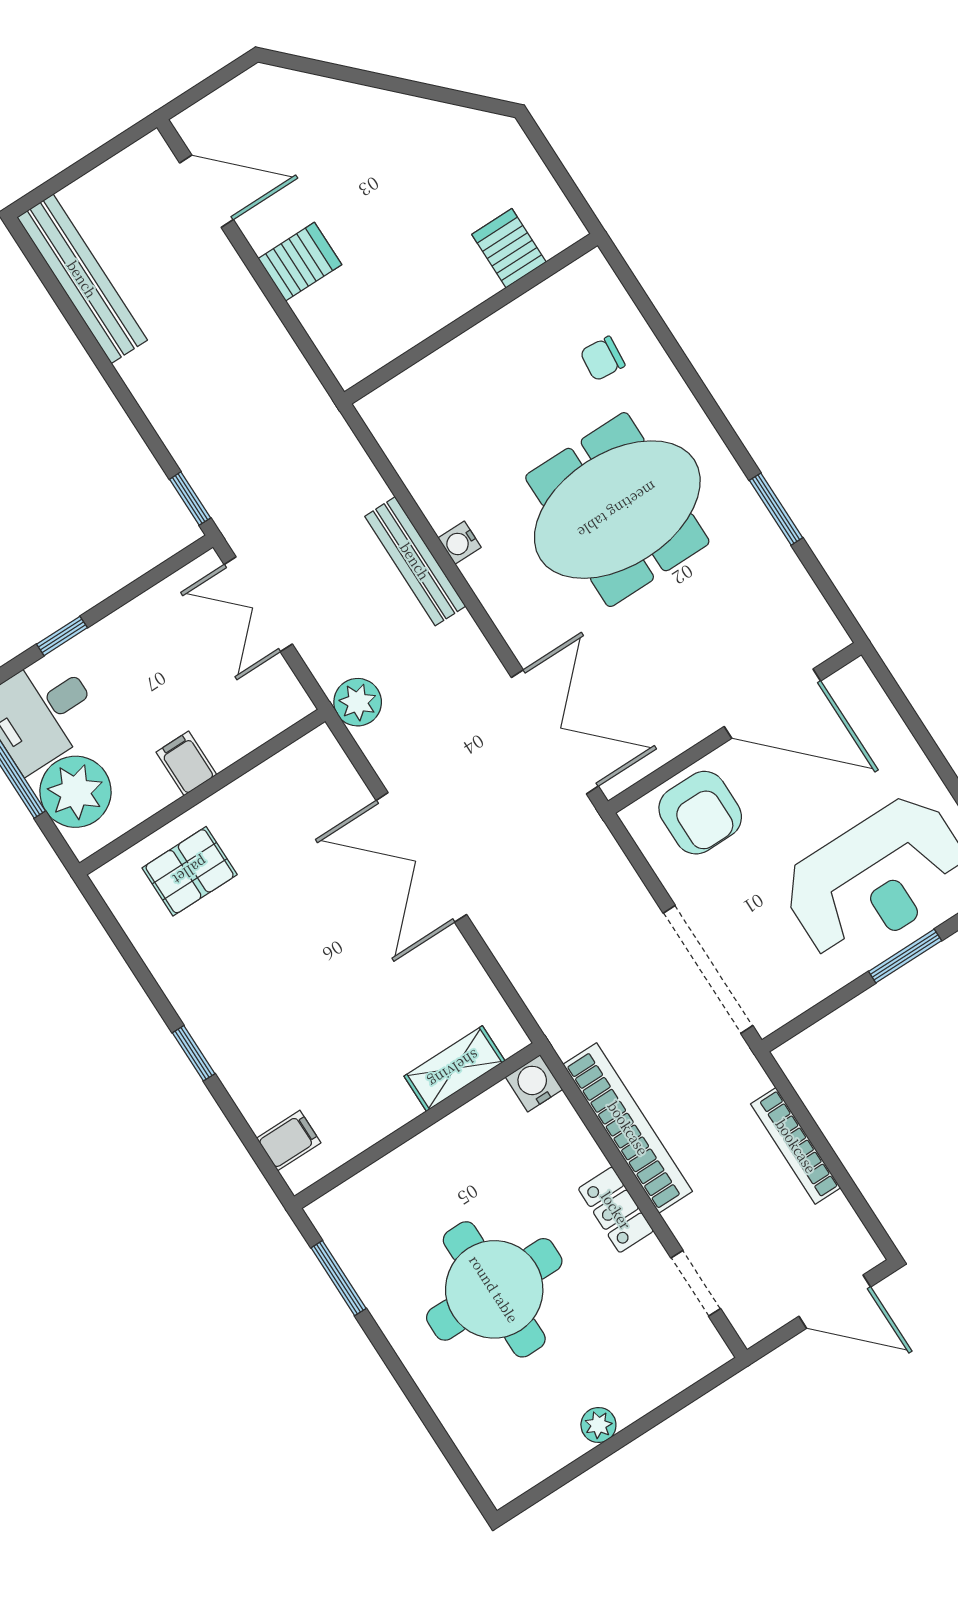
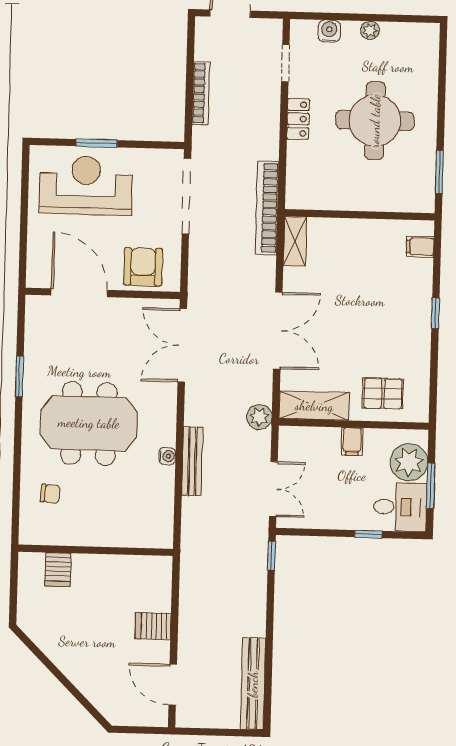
shelving: (284, 779) -> (314, 406), added
shelving: (454, 1069) -> (295, 241), moved, turned 90
water cooler: (534, 1083) -> (329, 31), moved, turned 180
bookcase: (628, 1128) -> (267, 208), moved

